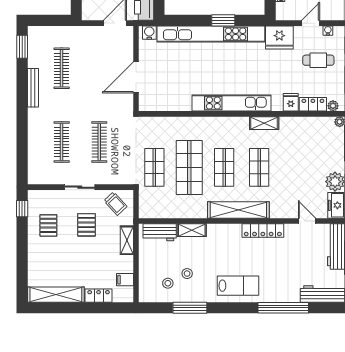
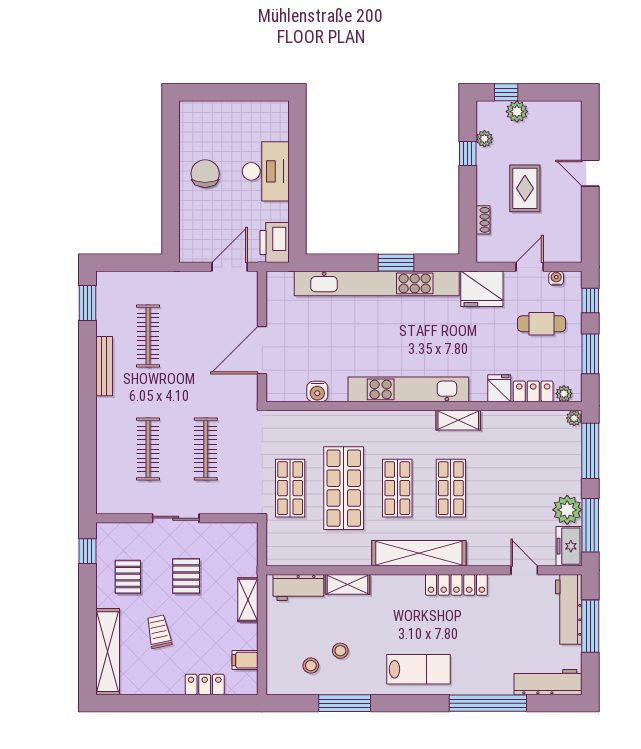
water cooler: (149, 33) -> (317, 392), moved, turned 180
trolley: (115, 204) -> (159, 632), moved, turned -149
shelving: (56, 295) -> (108, 652), moved, turned 90

